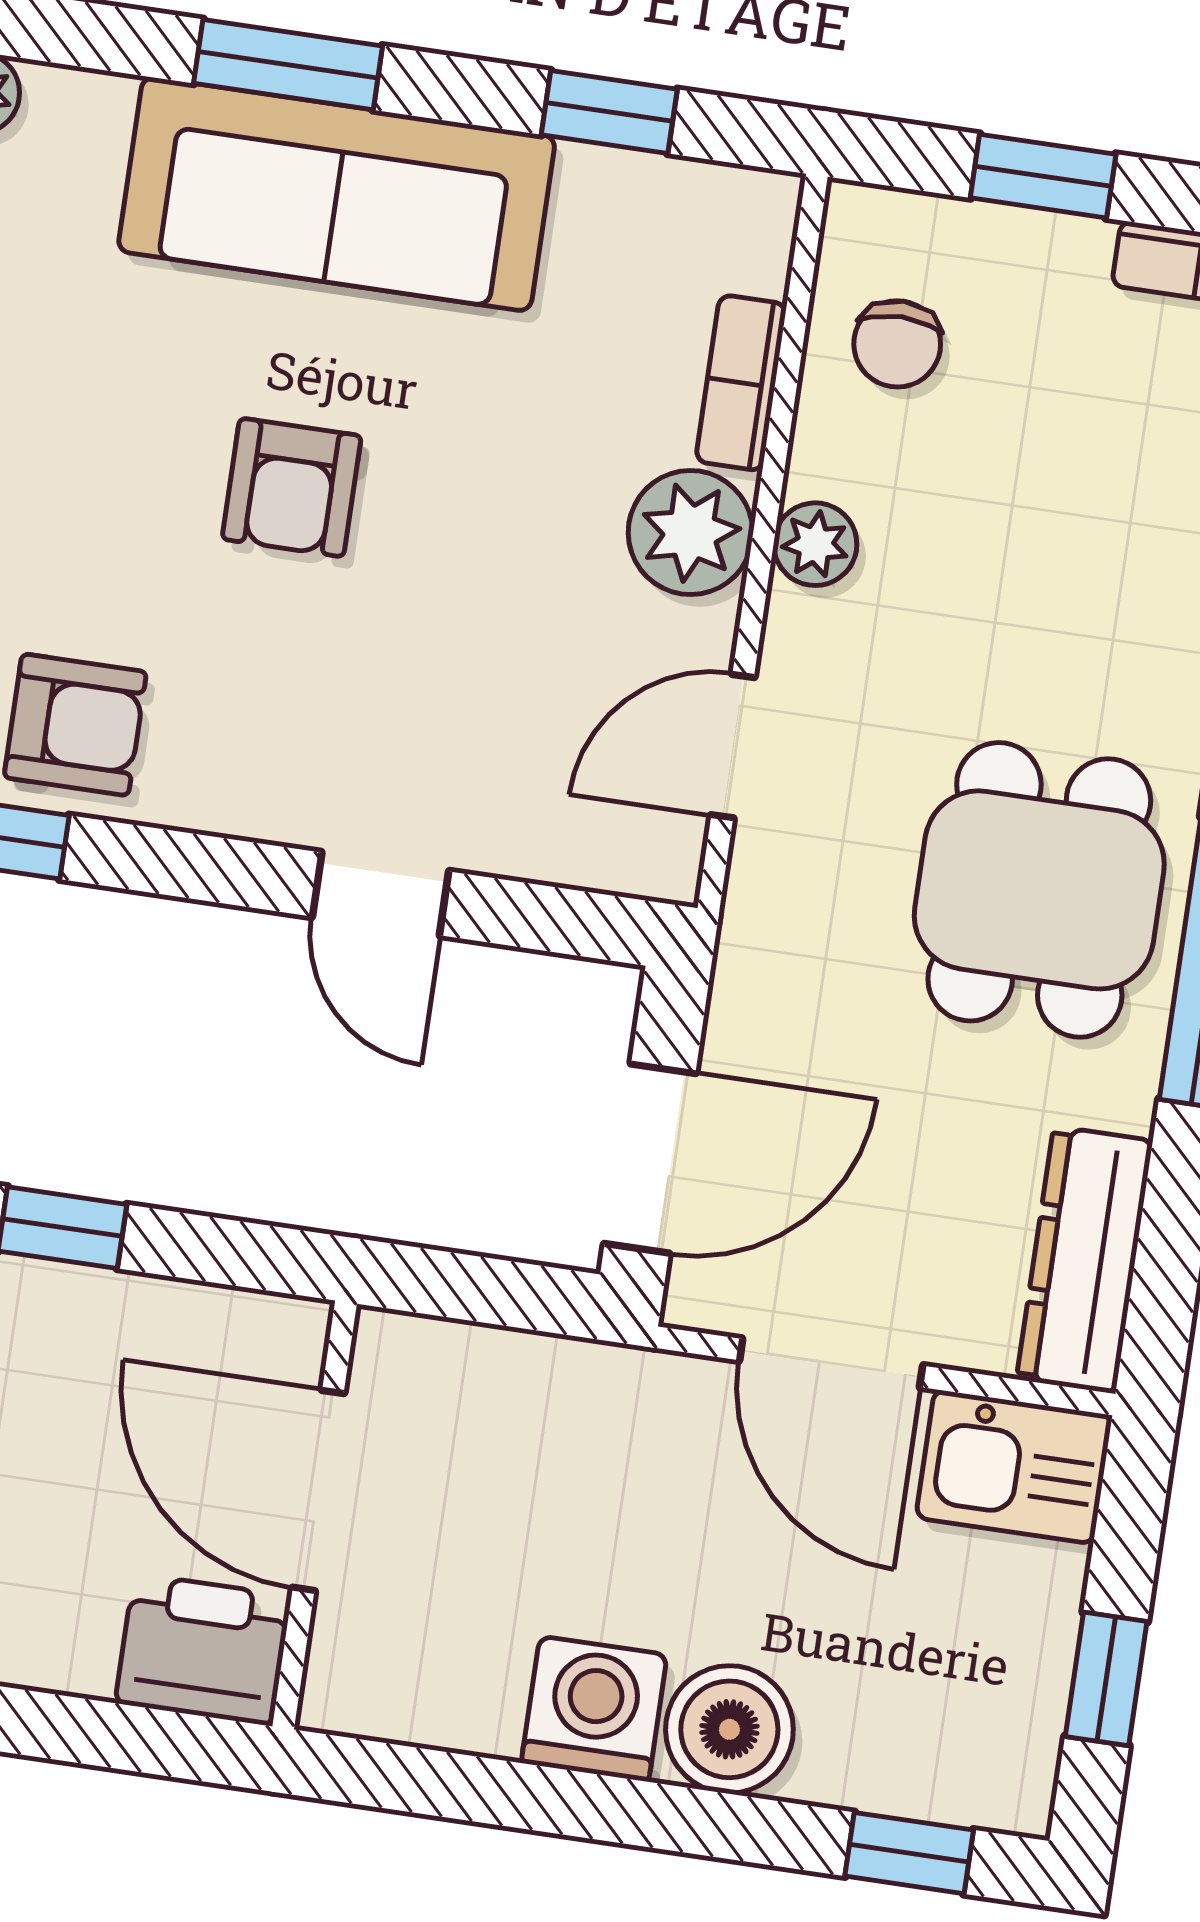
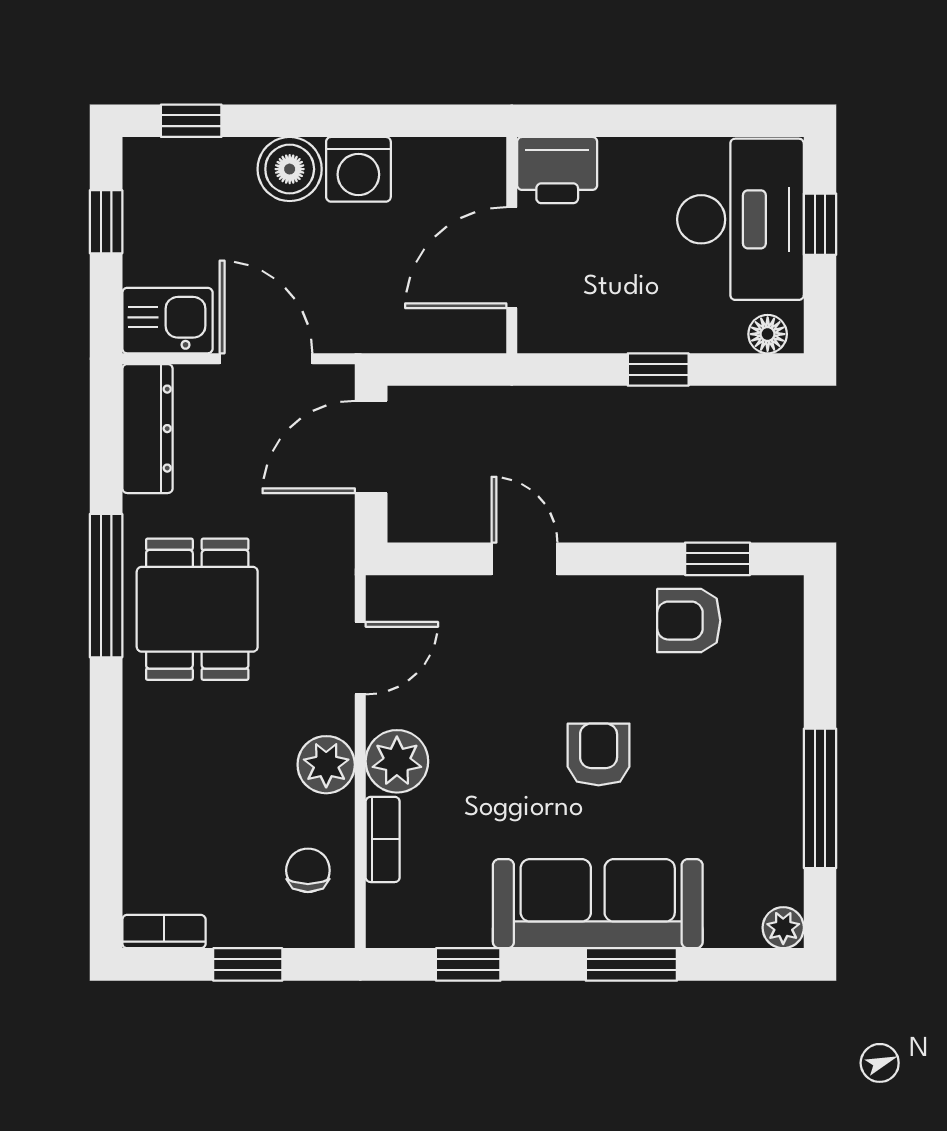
plant: (815, 544) -> (326, 765), width x1.38, depth x1.38
door: (318, 1490) -> (512, 258), swing flipped

